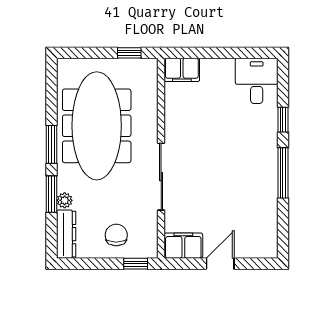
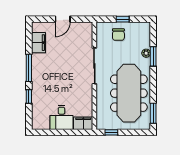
desk: (257, 81) -> (61, 117), moved
window: (52, 144) -> (153, 113), moved
dresser: (66, 234) -> (145, 35), removed
filing cabinet: (183, 246) -> (39, 43), moved, turned -90
window: (136, 264) -> (123, 19), moved

